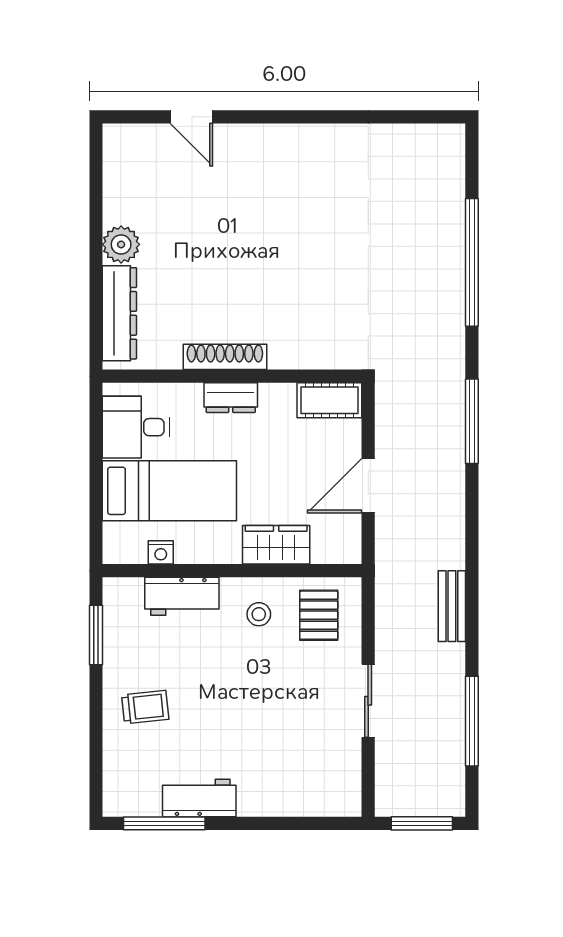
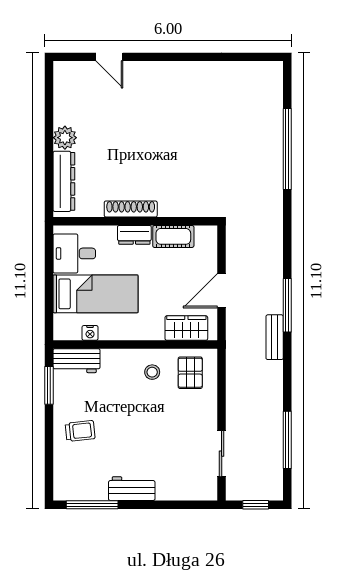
cot: (329, 400) -> (173, 236), moved
window: (472, 421) -> (287, 305), moved
wardrobe: (276, 545) -> (186, 328), moved
workbench: (182, 596) -> (76, 361), moved
bench: (452, 606) -> (275, 337), moved
sliding door: (368, 701) -> (222, 454), moved
workbench: (199, 798) -> (132, 489), moved
window: (422, 823) -> (256, 505), width x0.67

